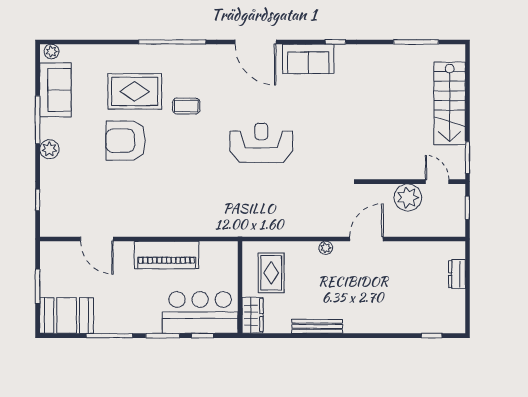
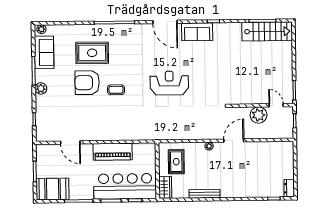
stairs: (450, 103) -> (267, 31), moved, turned -90
coffee table: (186, 106) -> (116, 90), moved
dresser: (457, 274) -> (289, 188), moved
bar counter: (200, 313) -> (125, 186), width x1.36

